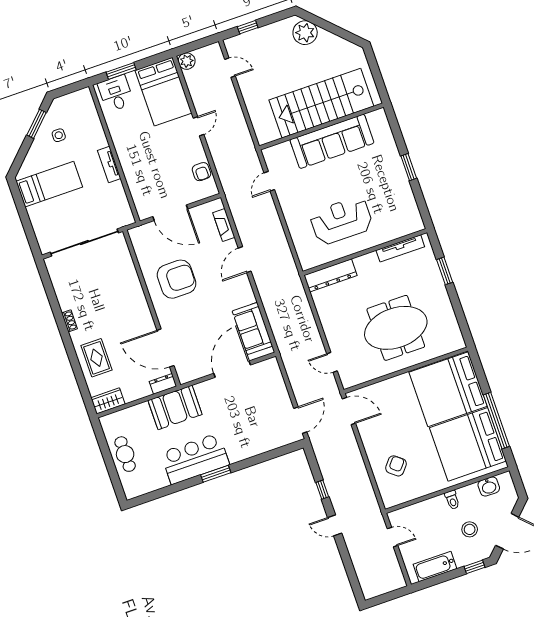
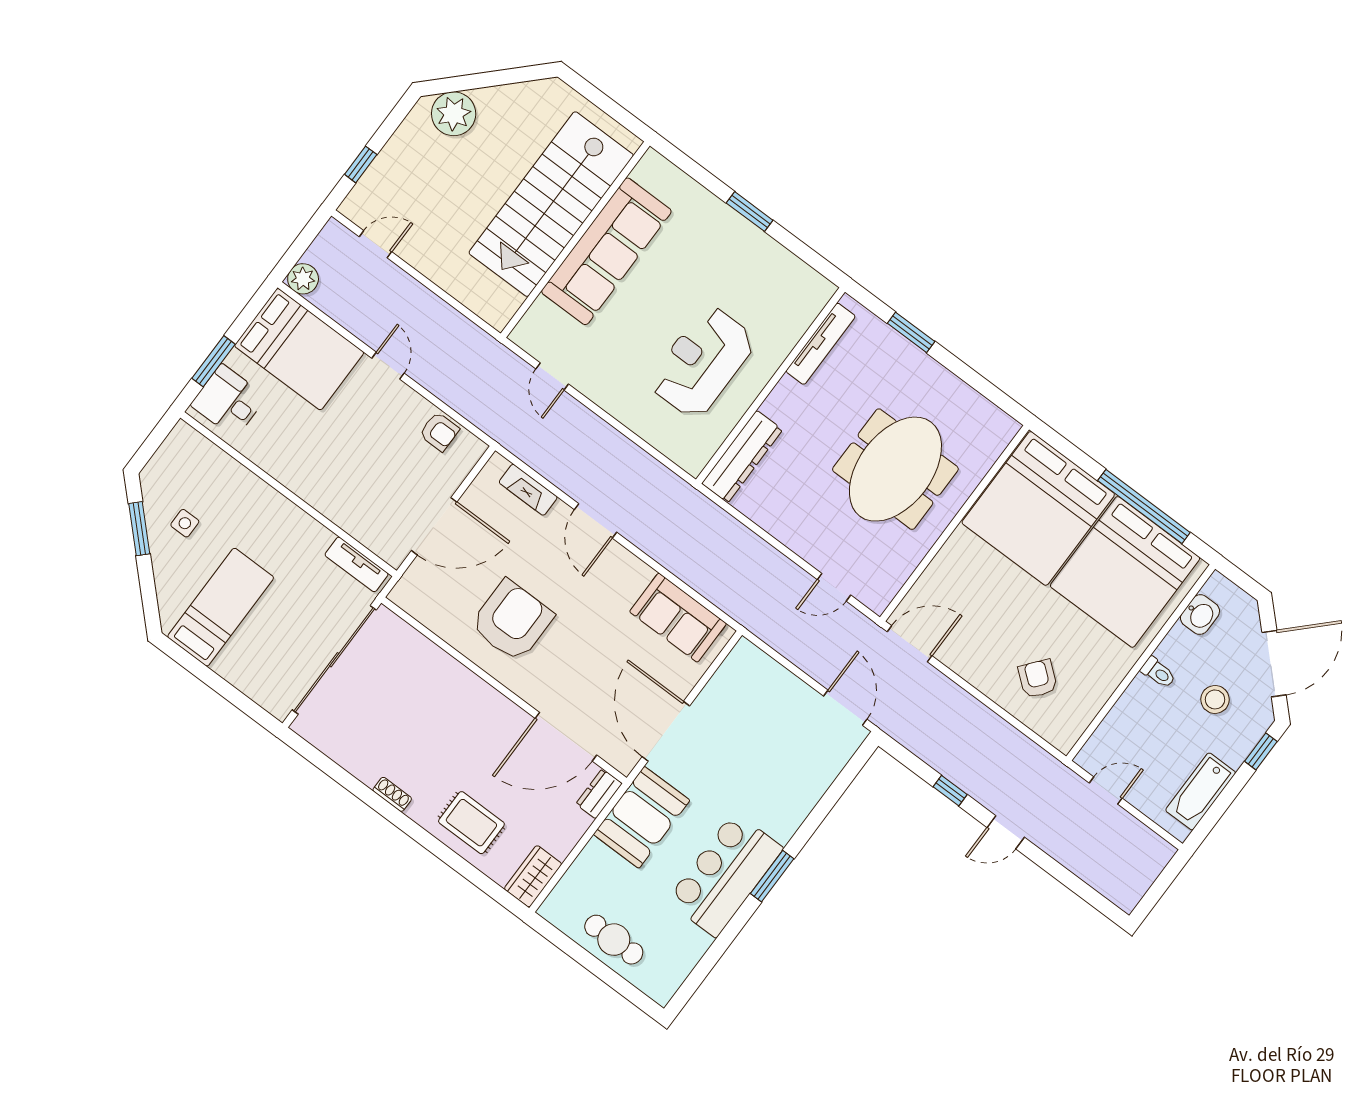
tv unit: (109, 164) -> (357, 564), moved
door: (232, 369) -> (666, 731), moved

